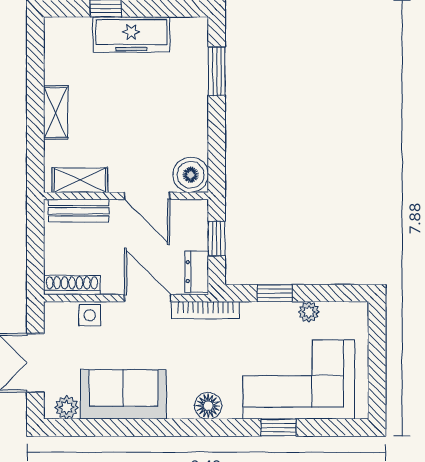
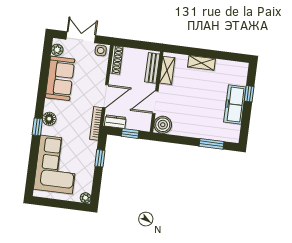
plant: (309, 312) -> (86, 198), moved
side table: (90, 315) -> (101, 50), moved
window: (279, 428) -> (37, 127), moved

